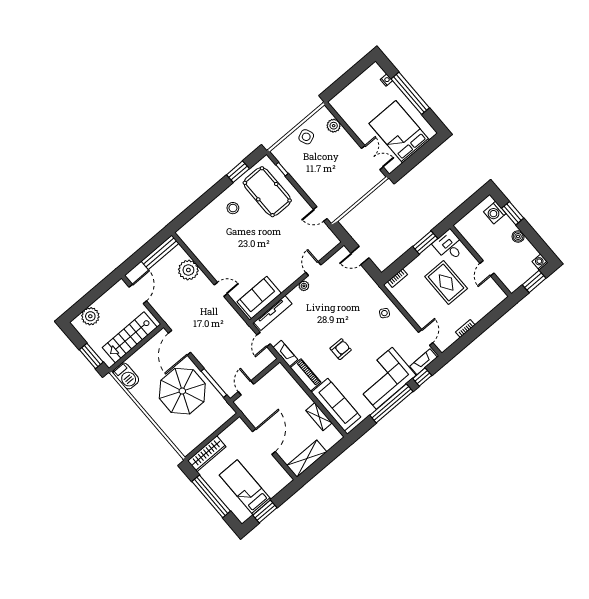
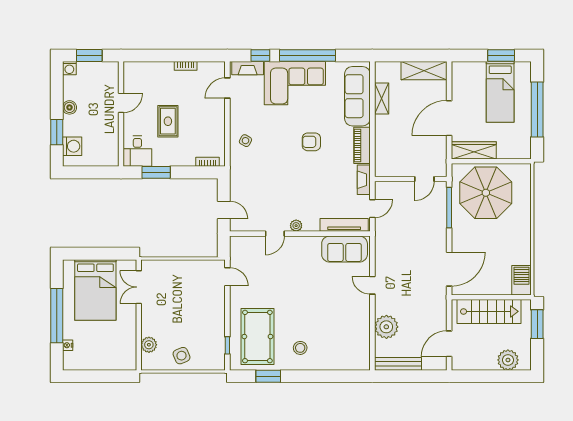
rug: (446, 282) -> (168, 121), width x0.73, depth x0.70
parasol: (182, 391) -> (486, 193), moved
wardrobe: (207, 454) -> (474, 150), moved

